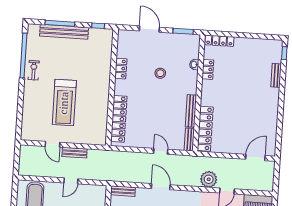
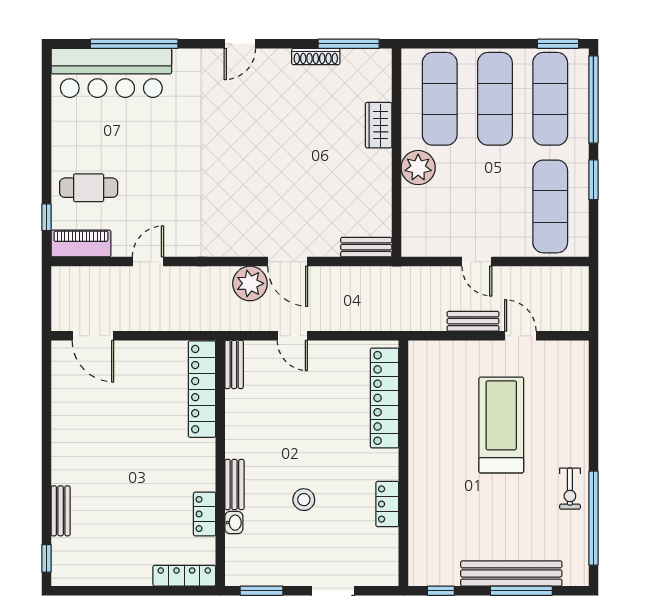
bench: (191, 111) -> (234, 484), moved, width x0.73
door: (255, 157) -> (93, 336), hinge flipped
plant: (209, 179) -> (250, 283), moved
door: (71, 181) -> (477, 262), swing flipped

